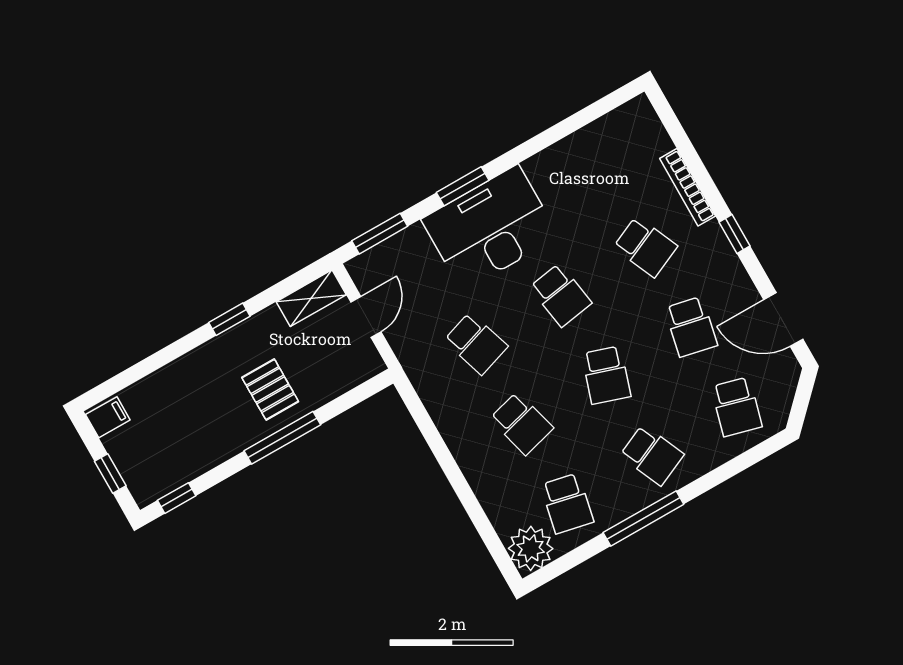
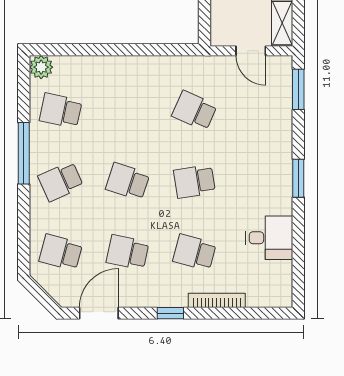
window: (463, 186) -> (298, 178), moved
desk: (490, 228) -> (269, 238), moved, width x0.53, depth x0.77
school desk: (645, 247) -> (194, 252), turned 39
school desk: (476, 343) -> (194, 111), turned 42
school desk: (521, 423) -> (128, 111), removed
plant: (531, 548) -> (41, 67), width x0.73, depth x0.73

